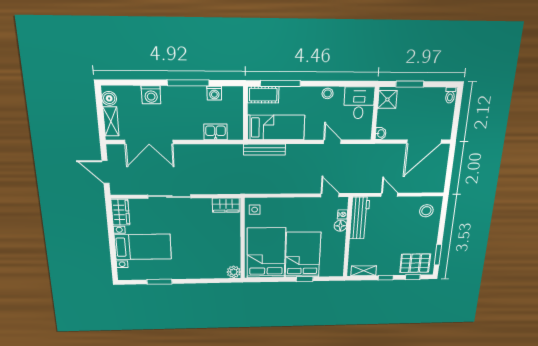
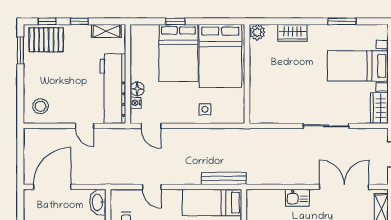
kitchen sink: (216, 132) -> (297, 198), moved
washbasin: (381, 133) -> (98, 202), width x1.91, depth x1.45
wardrobe: (226, 205) -> (292, 33), moved, turned 180
side table: (255, 210) -> (205, 109), moved
workbench: (360, 218) -> (113, 89), width x1.36, depth x1.32

